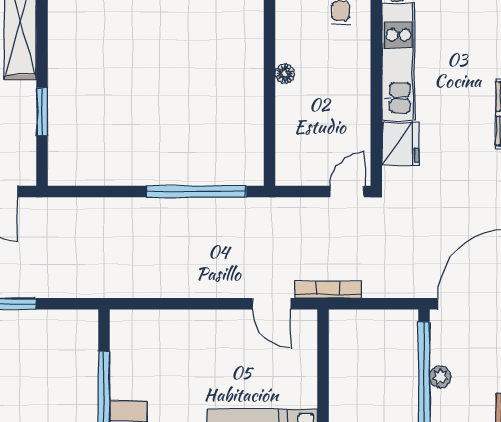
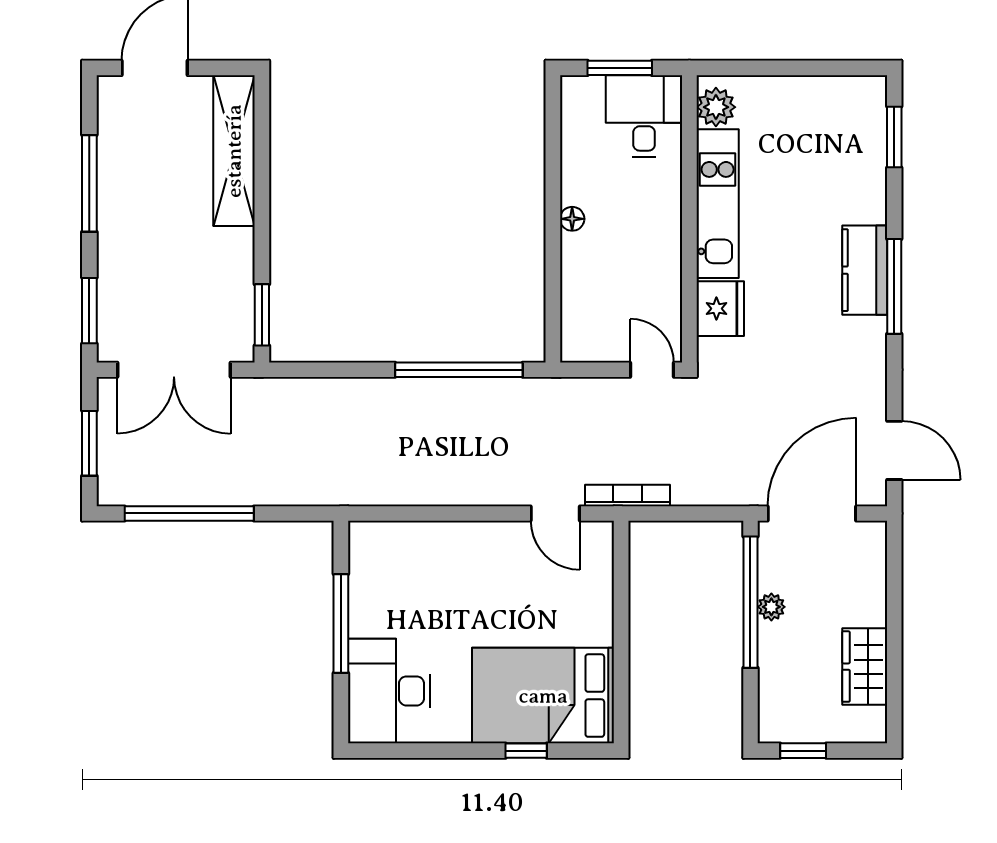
window: (42, 112) -> (262, 315), moved
door: (347, 191) -> (652, 370), hinge flipped

